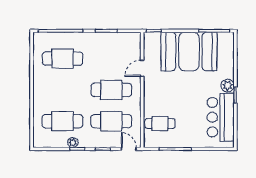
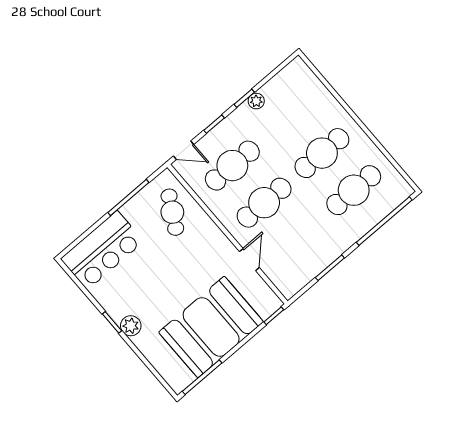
bar counter: (221, 117) -> (102, 250), moved, turned 90
cafe table: (62, 121) -> (322, 153), moved
cafe table: (160, 123) -> (172, 212), turned -61

